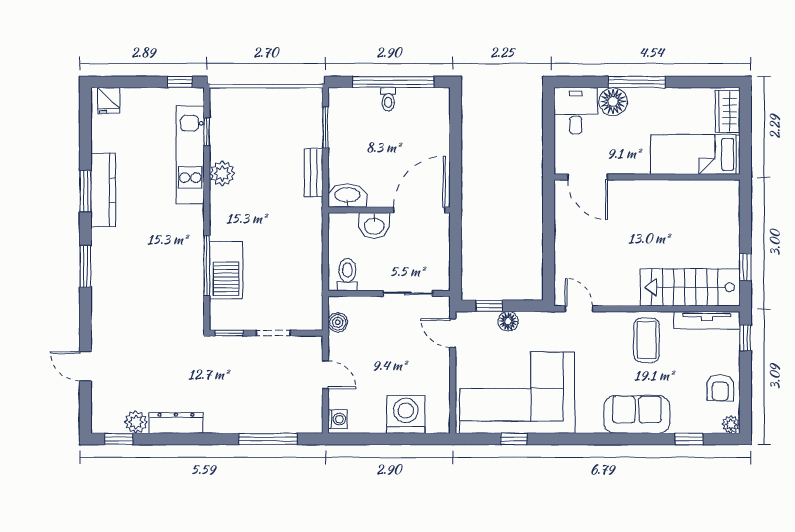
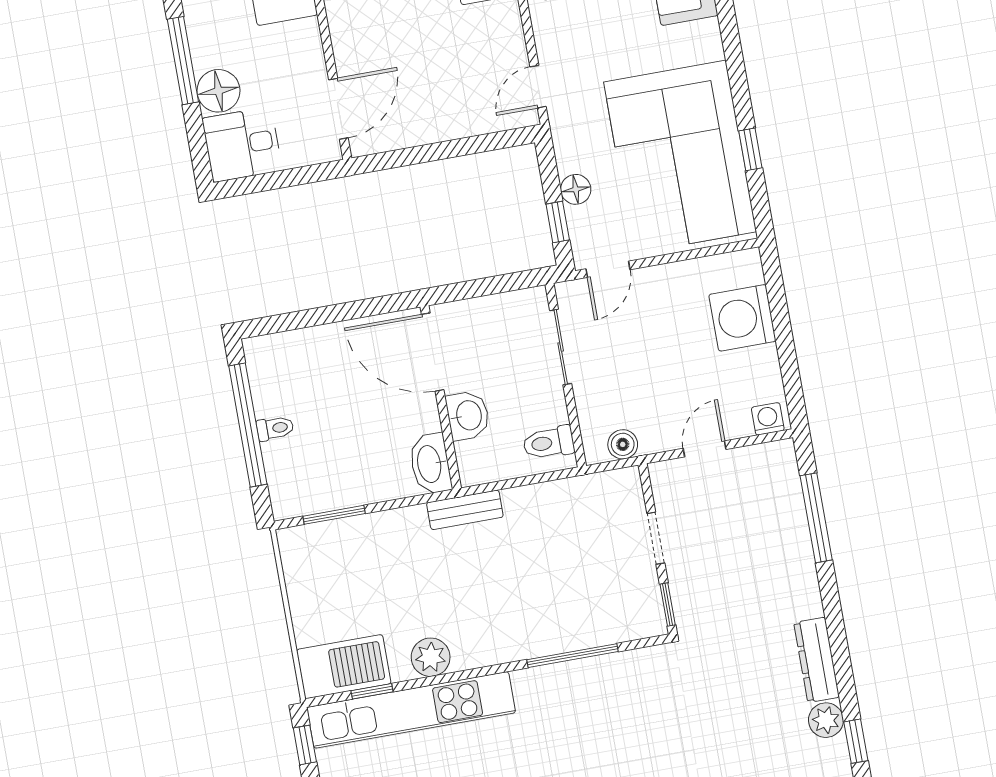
kitchen unit: (190, 155) -> (411, 710), width x1.36
bench: (314, 173) -> (465, 510), moved
barbecue: (226, 270) -> (344, 667), moved

